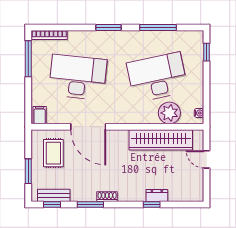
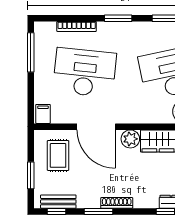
bookcase: (49, 35) -> (77, 26), moved
plant: (120, 138) -> (130, 139), added
shoe rack: (107, 197) -> (117, 203), width x1.43

